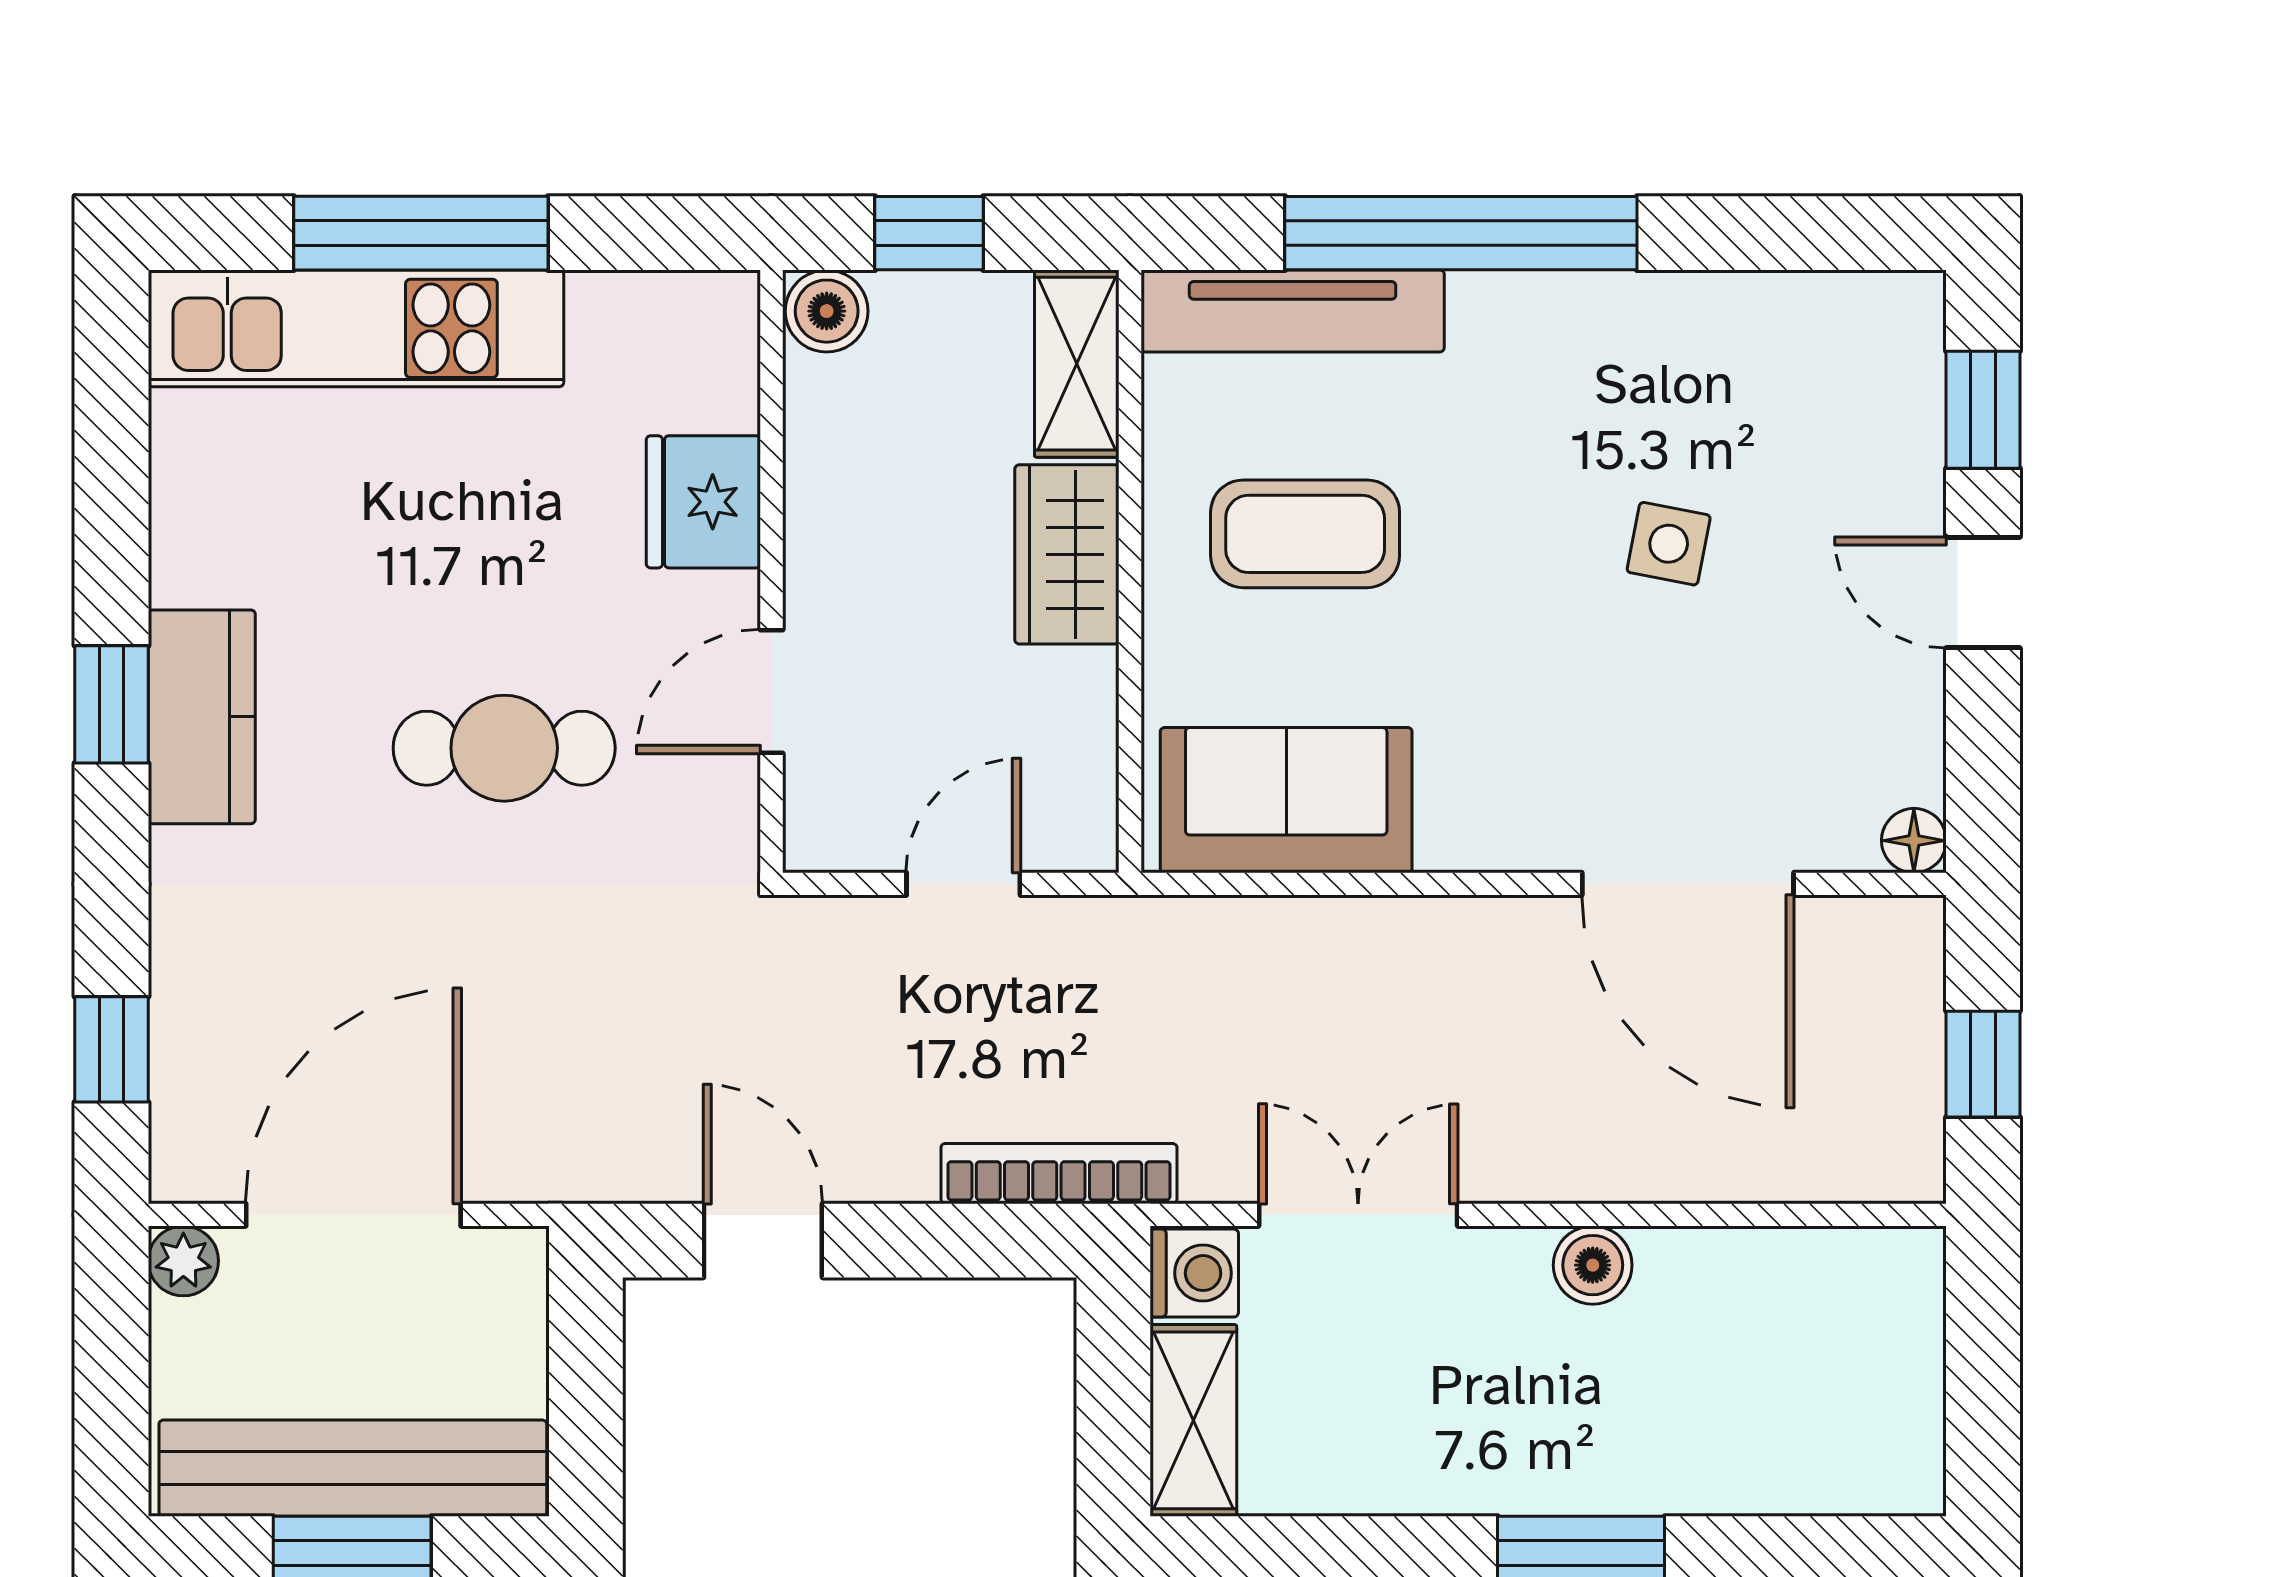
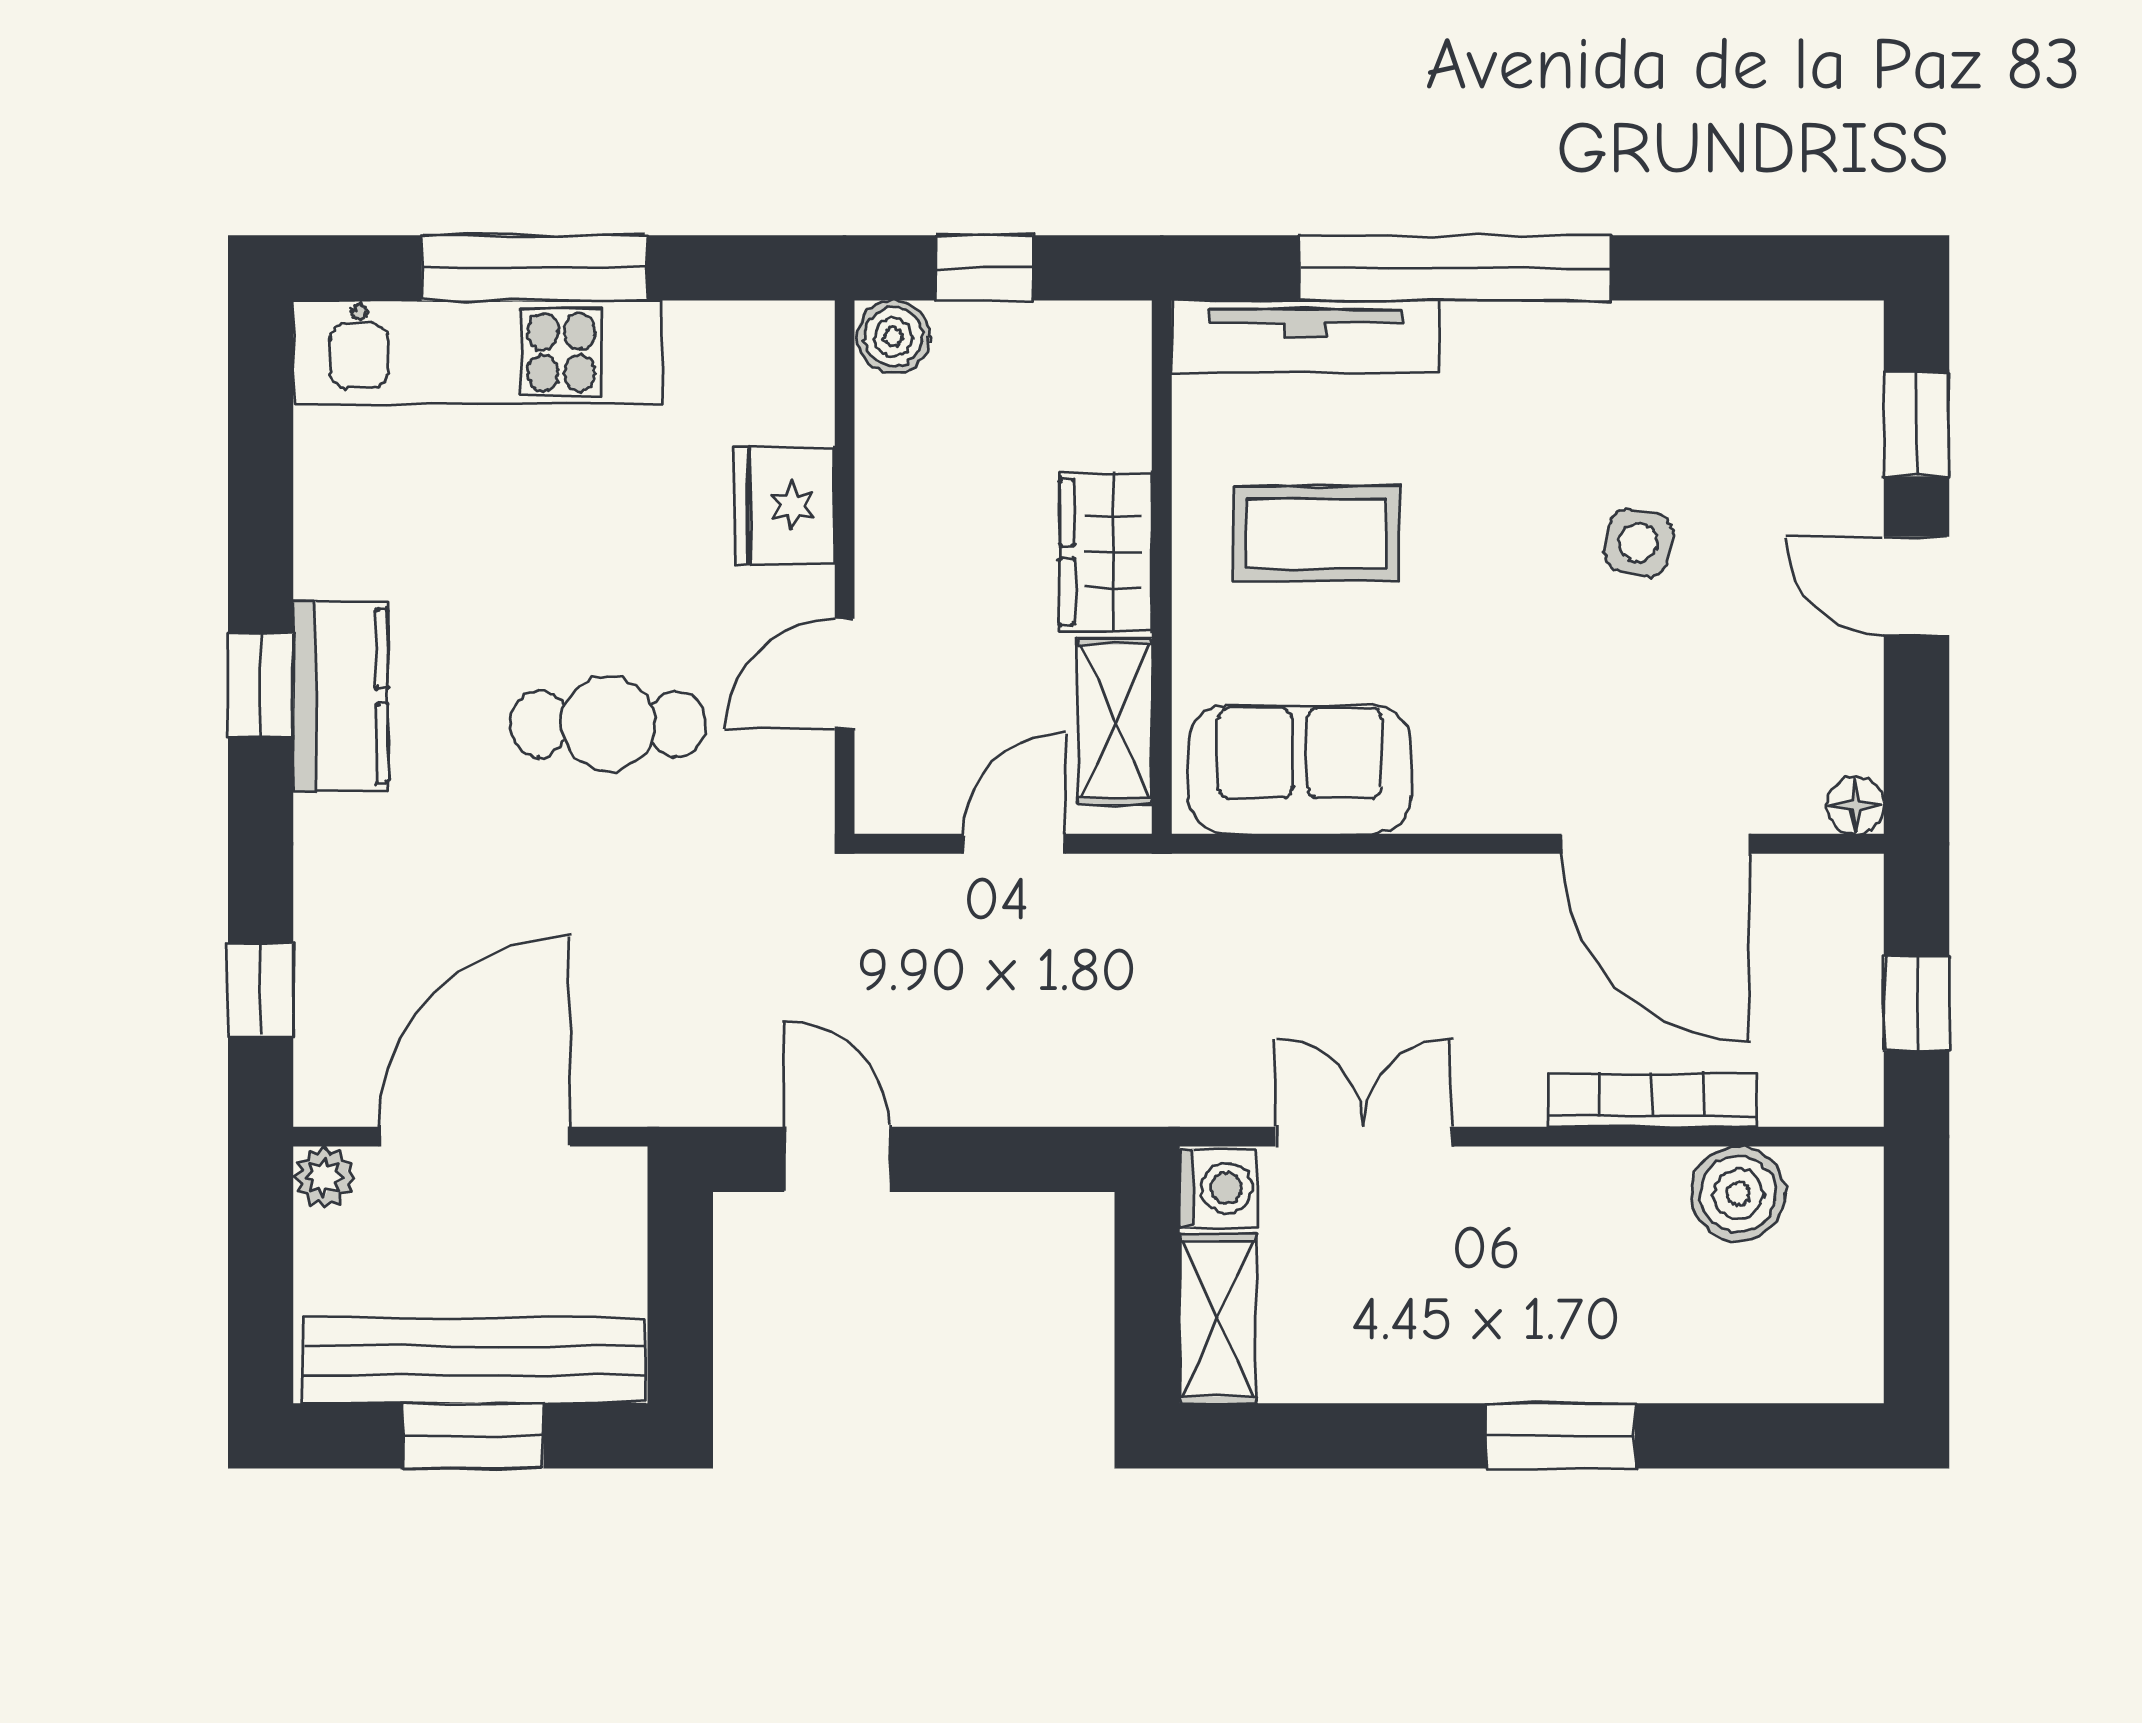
shelving: (1077, 364) -> (1115, 721), moved
bookcase: (1059, 1174) -> (1652, 1100), moved
boiler: (1593, 1265) -> (1738, 1194), moved, width x1.36, depth x1.36

